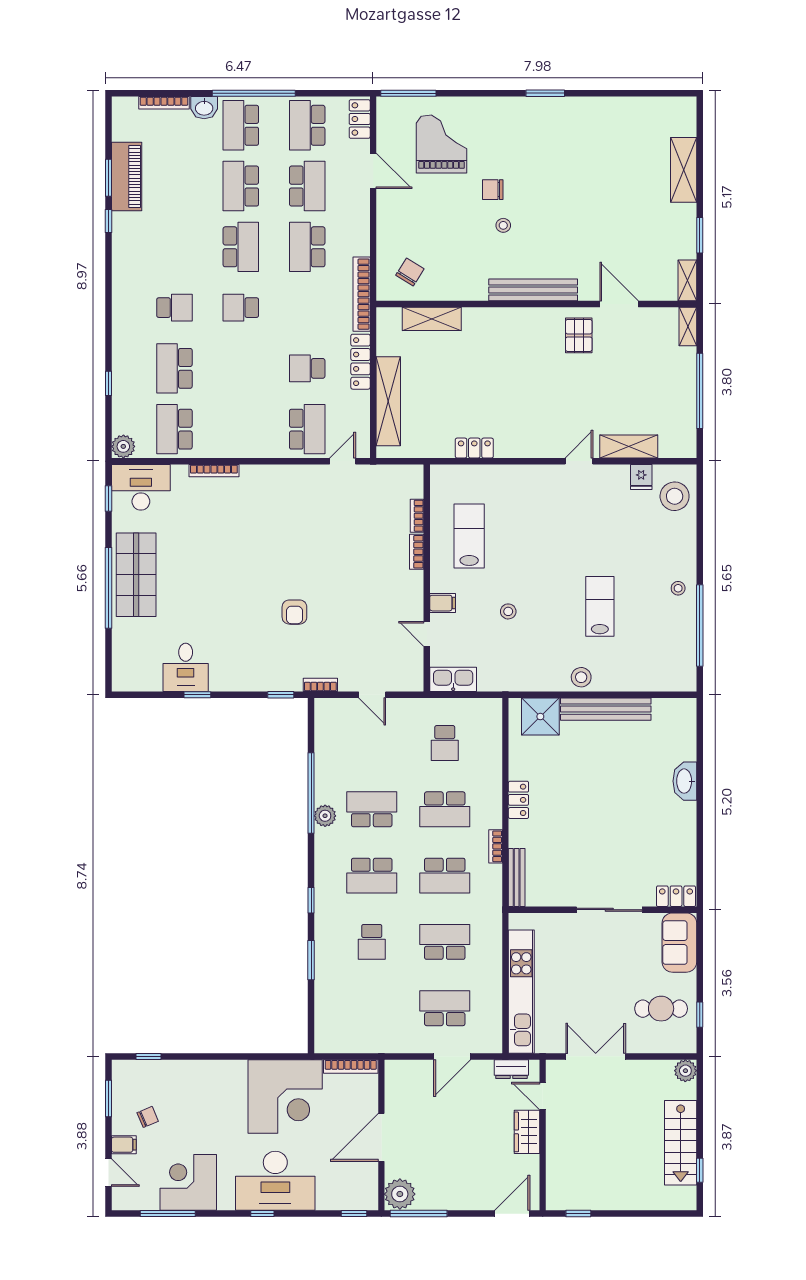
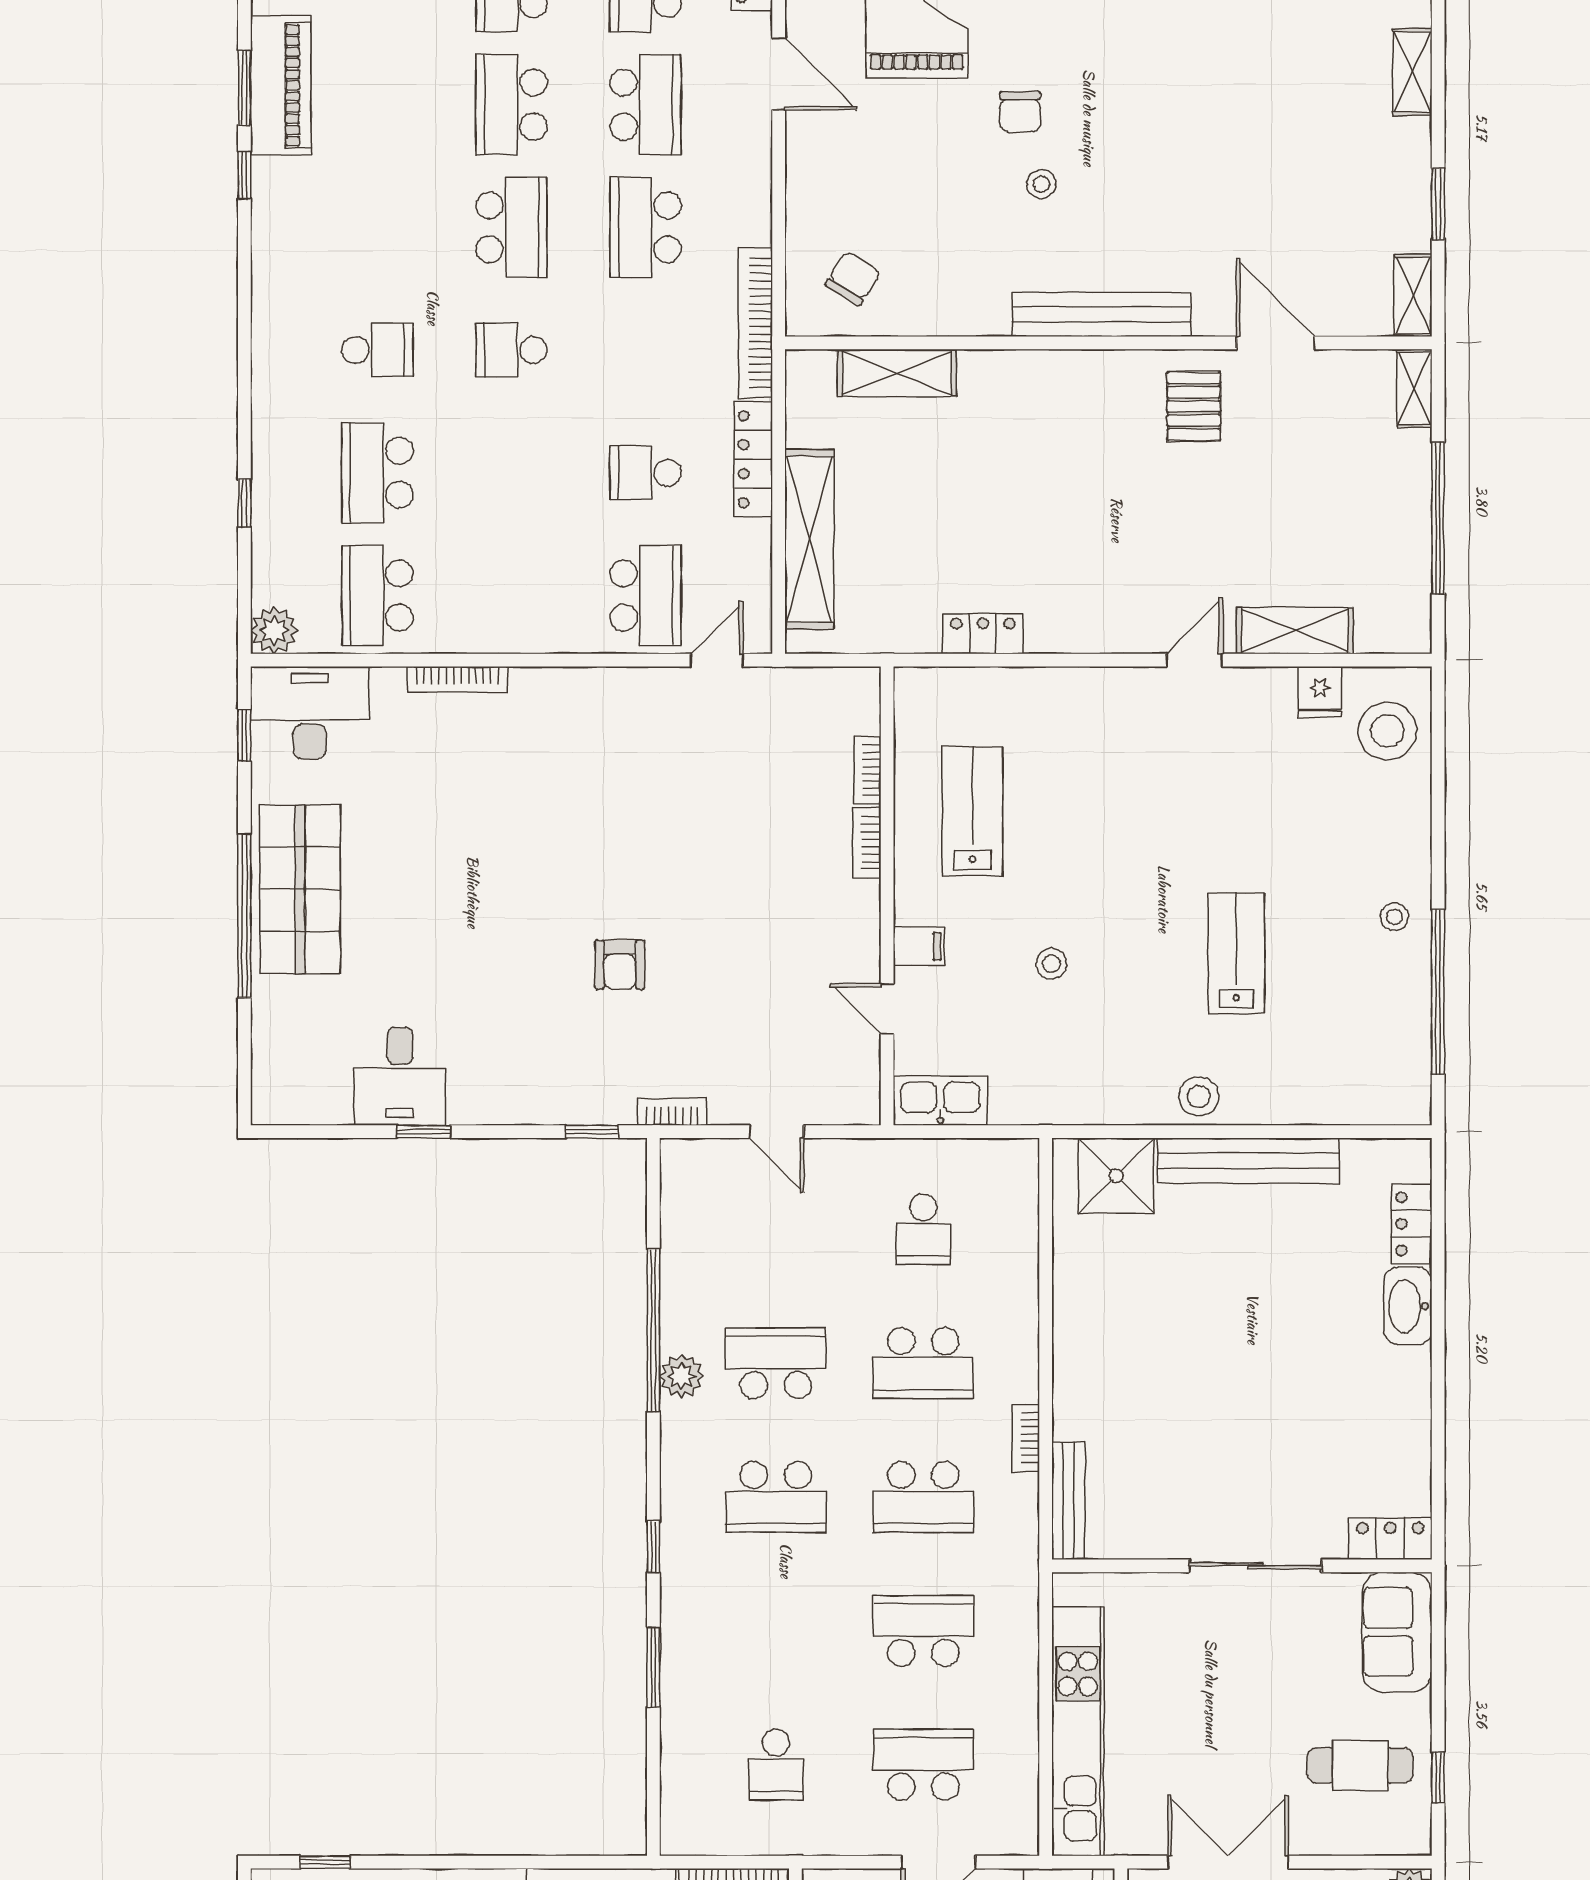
shelving: (684, 170) -> (1412, 72), width x0.67, depth x0.75
chair: (493, 190) -> (1020, 112), turned -90
locker: (518, 800) -> (1412, 1224), moved, turned 180
school desk: (372, 942) -> (776, 1765), moved

